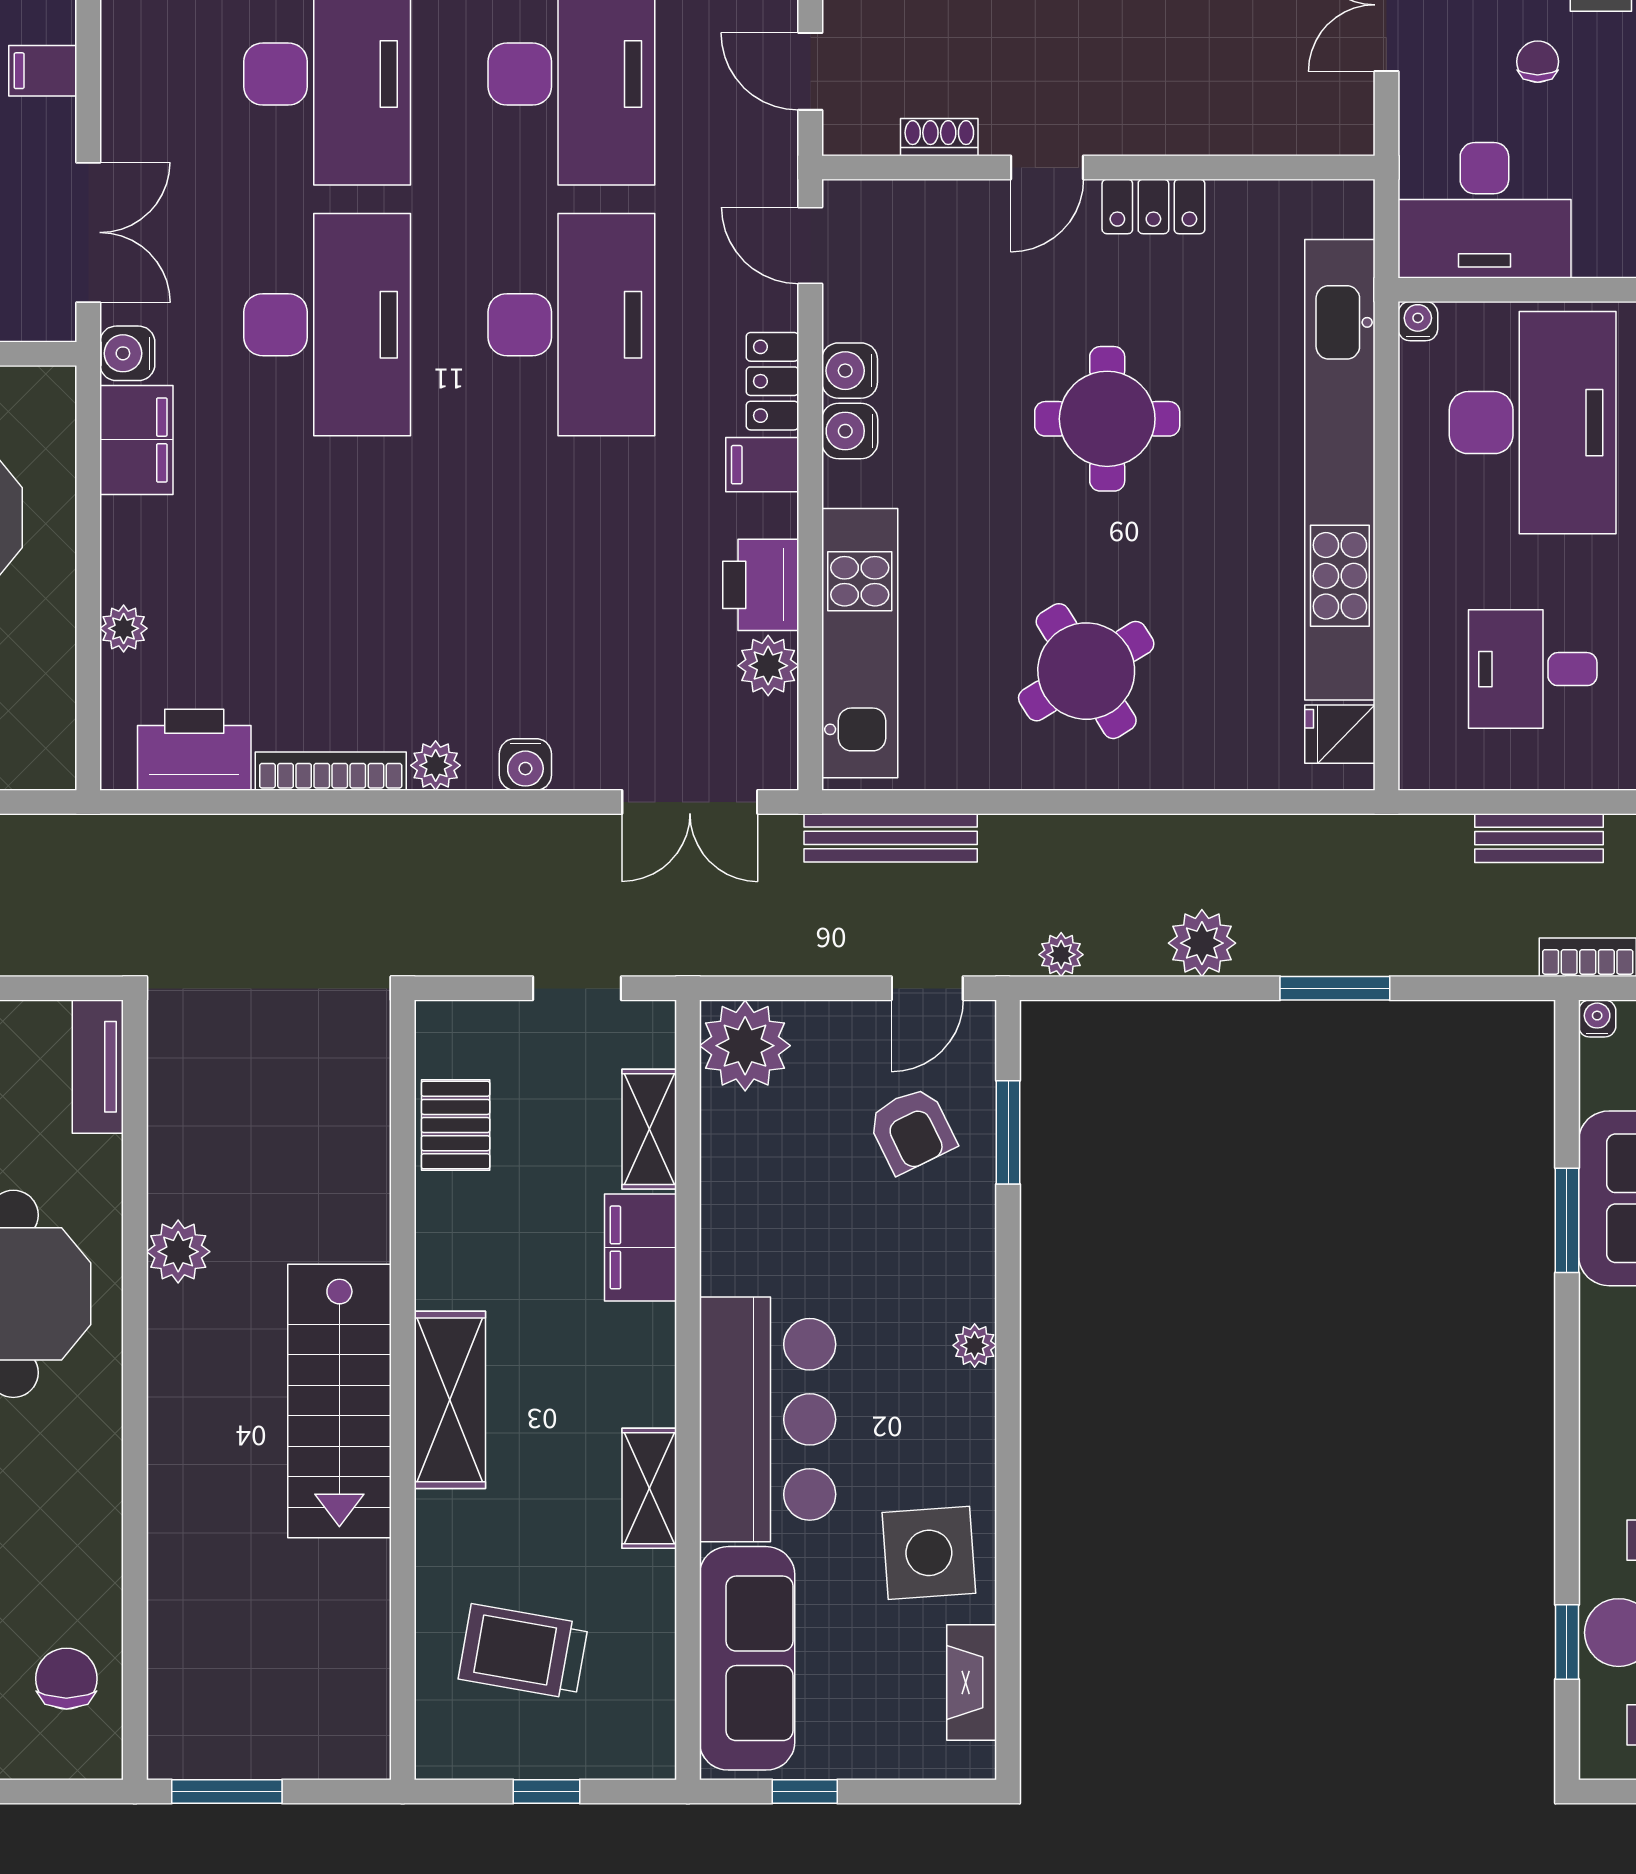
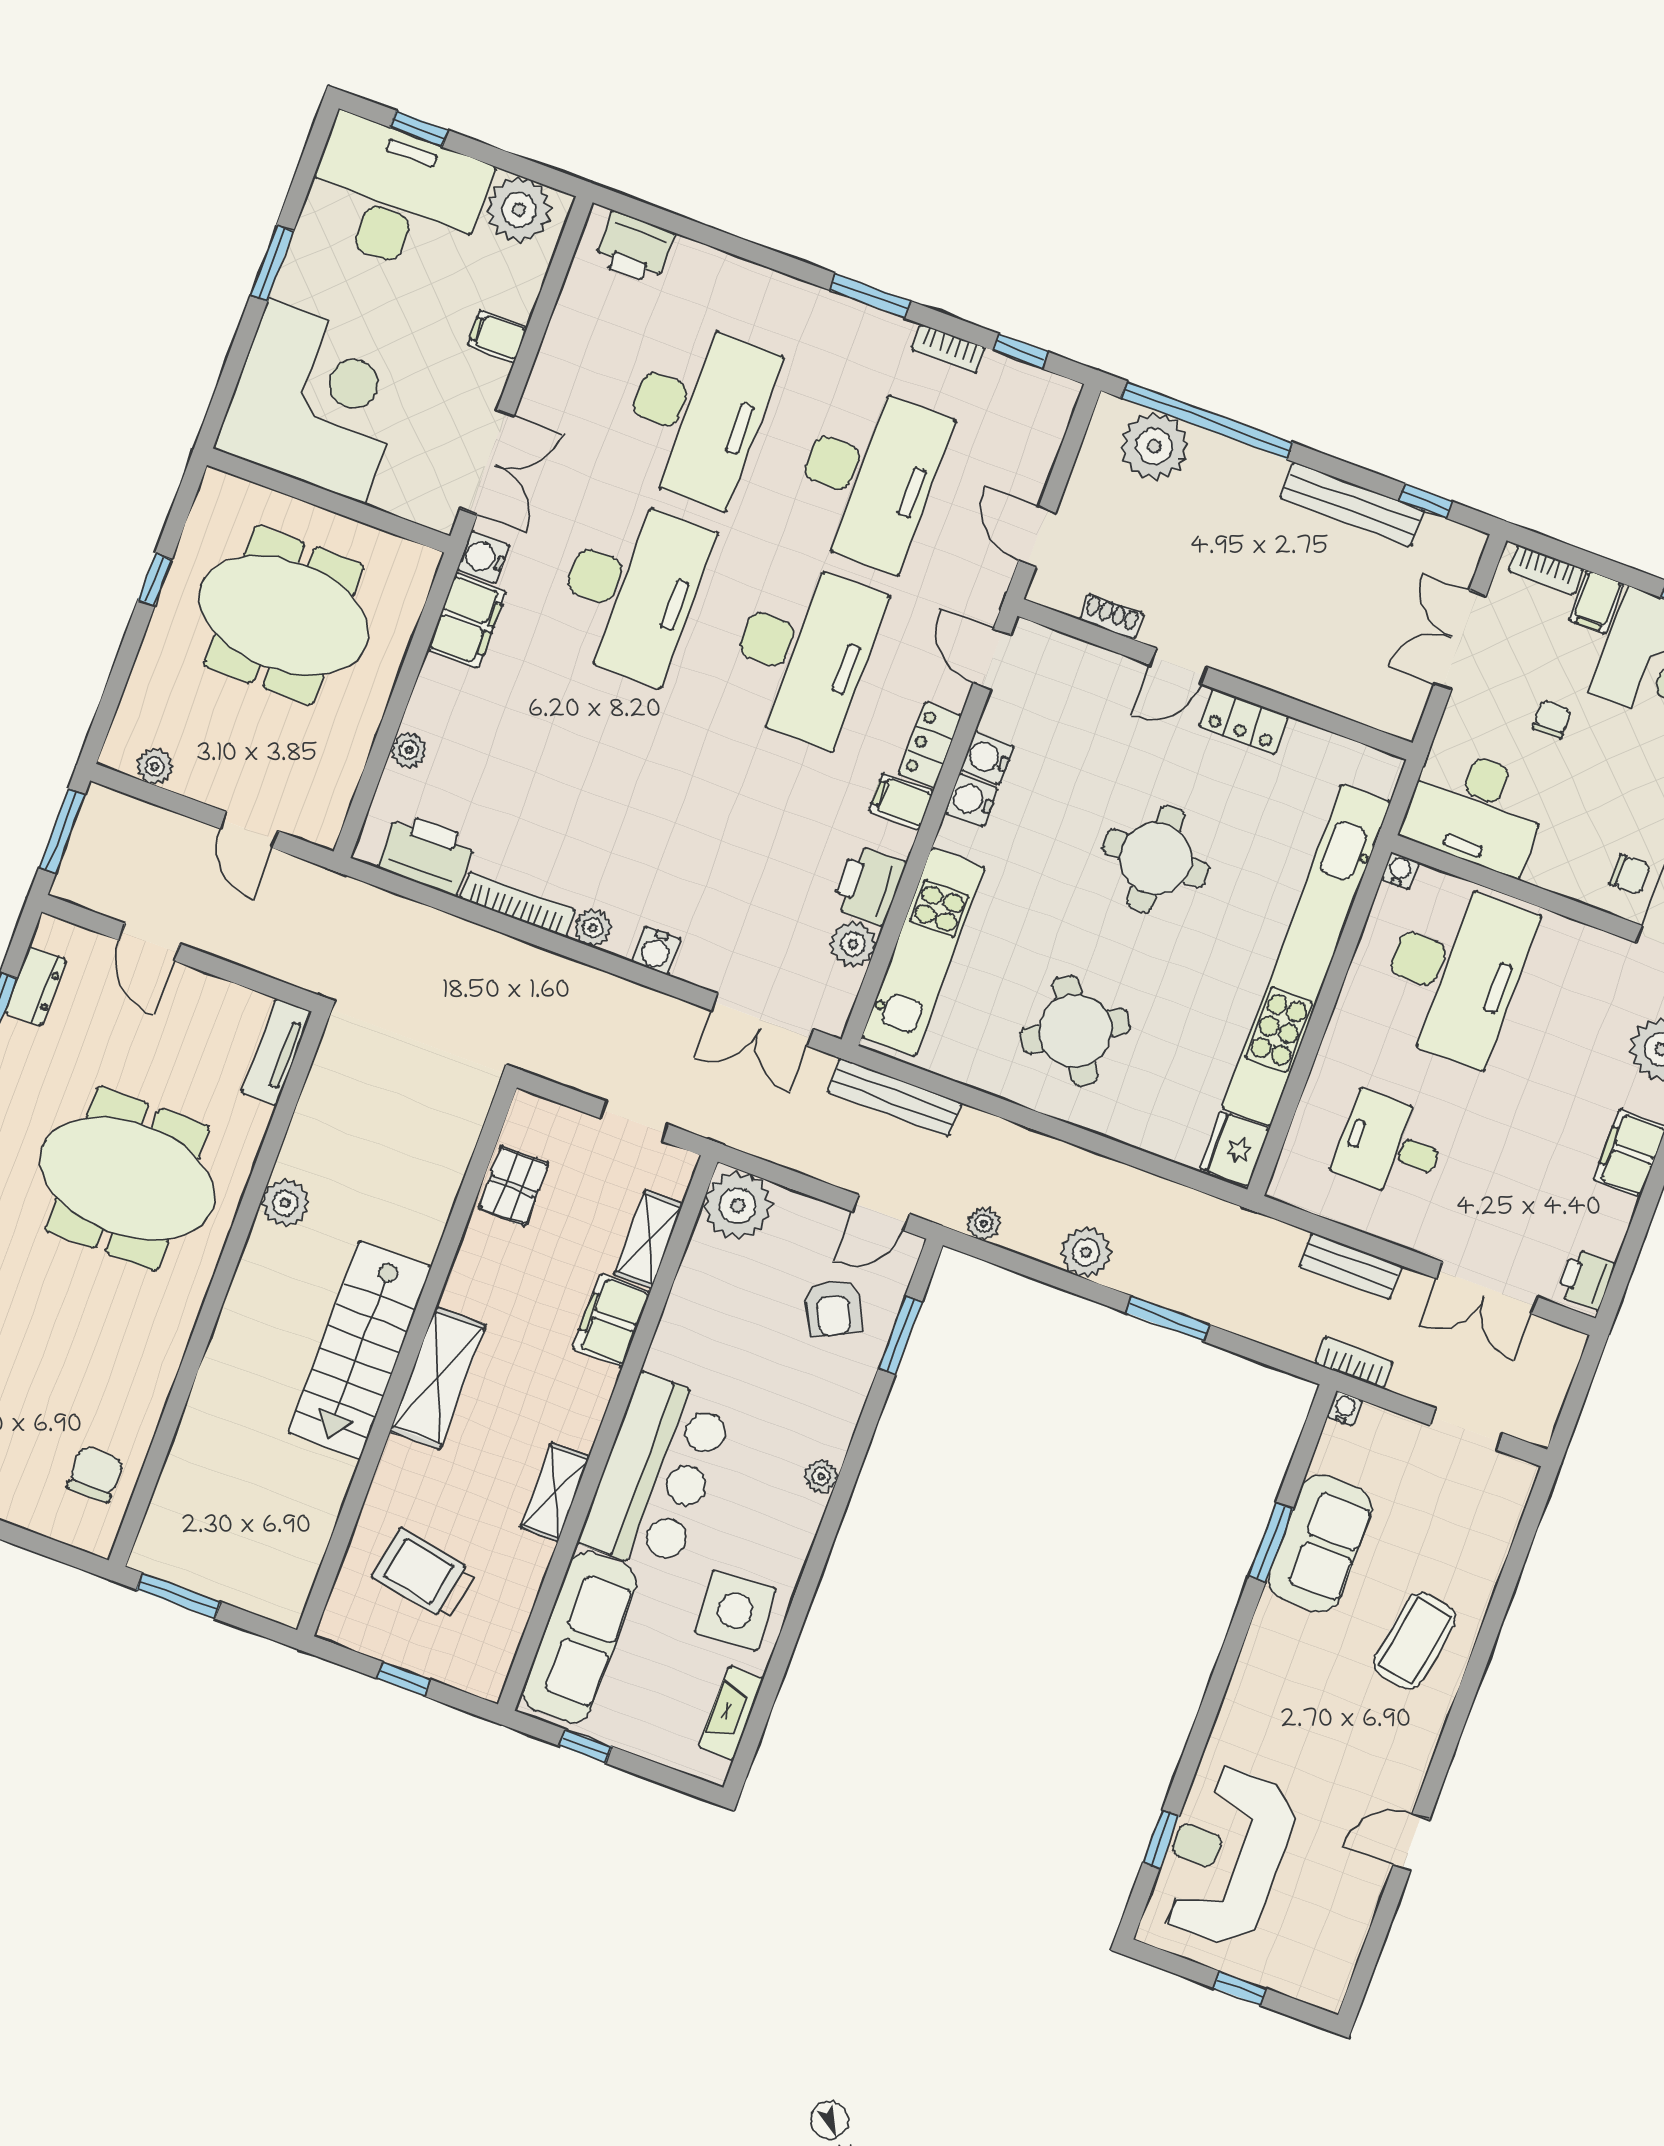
fridge: (1340, 734) -> (1235, 1149), width x1.38

